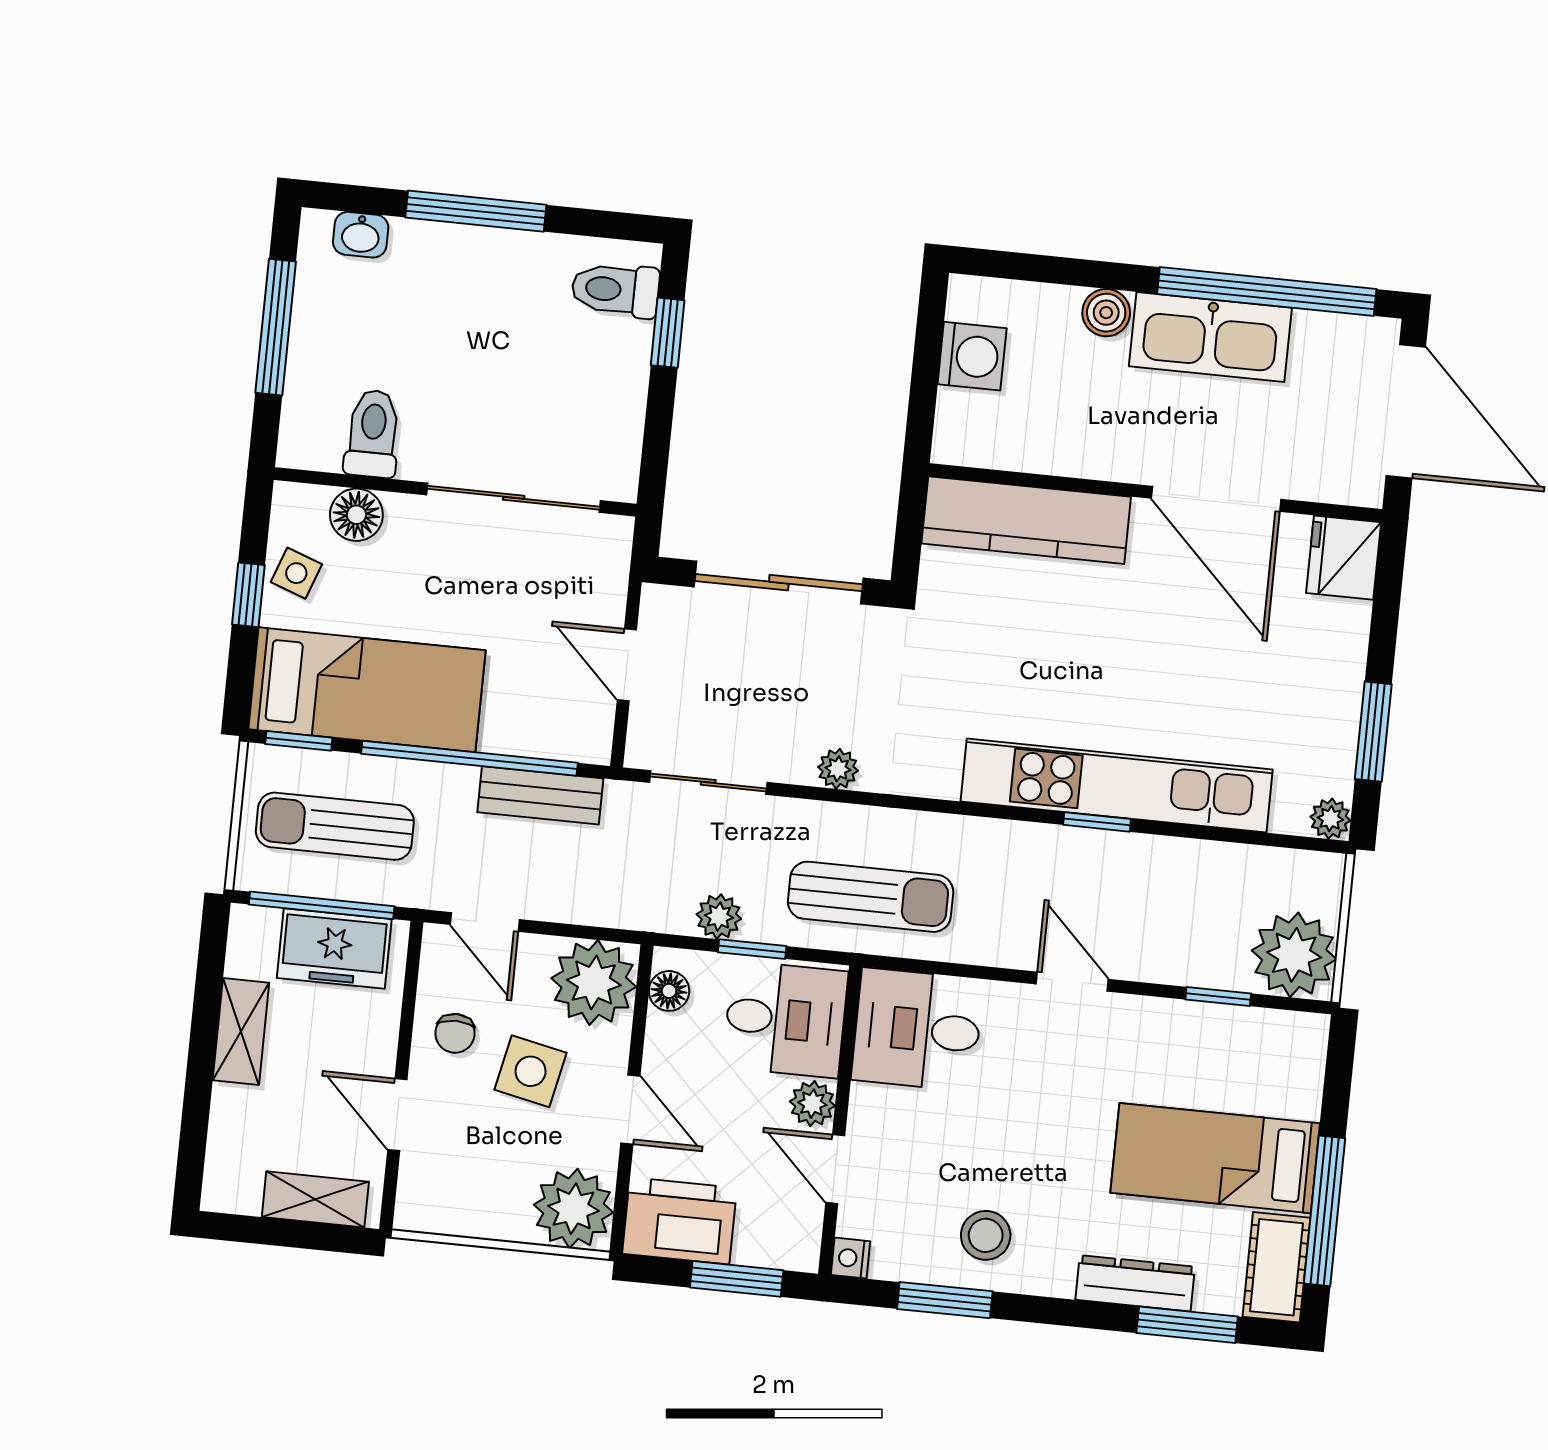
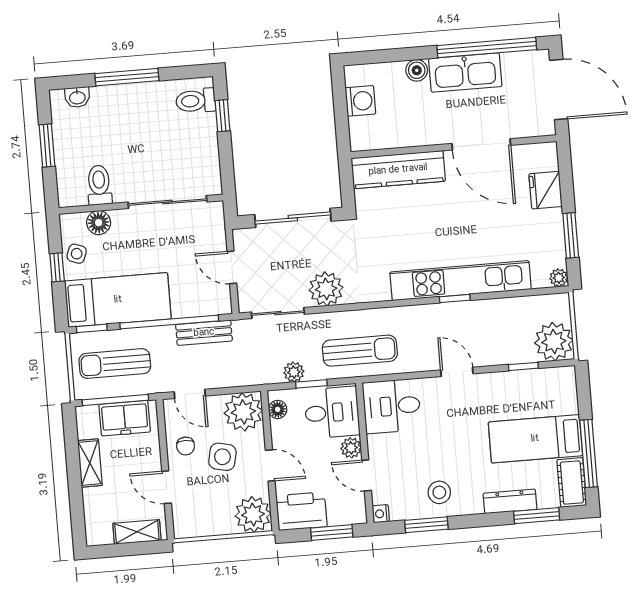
window: (276, 327) -> (47, 146), width x0.69
fridge: (1344, 558) -> (545, 190), moved
plant: (838, 769) -> (326, 289), width x1.88, depth x1.88

